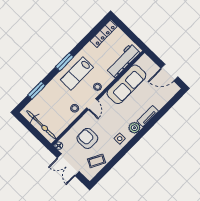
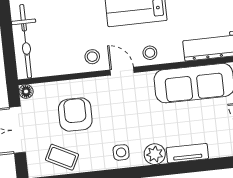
door: (92, 104) -> (122, 71), swing flipped

